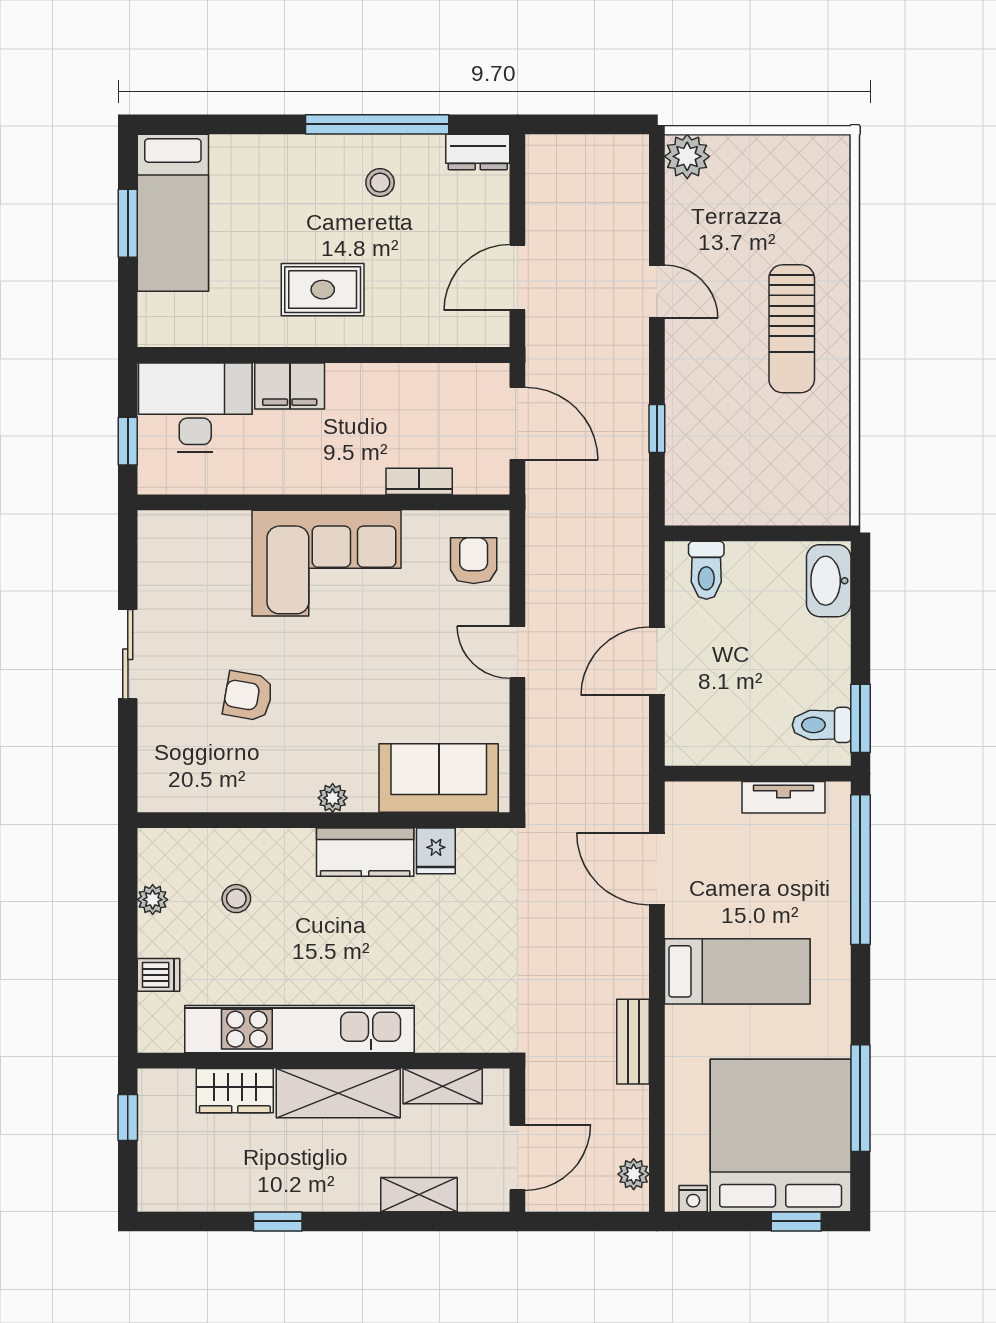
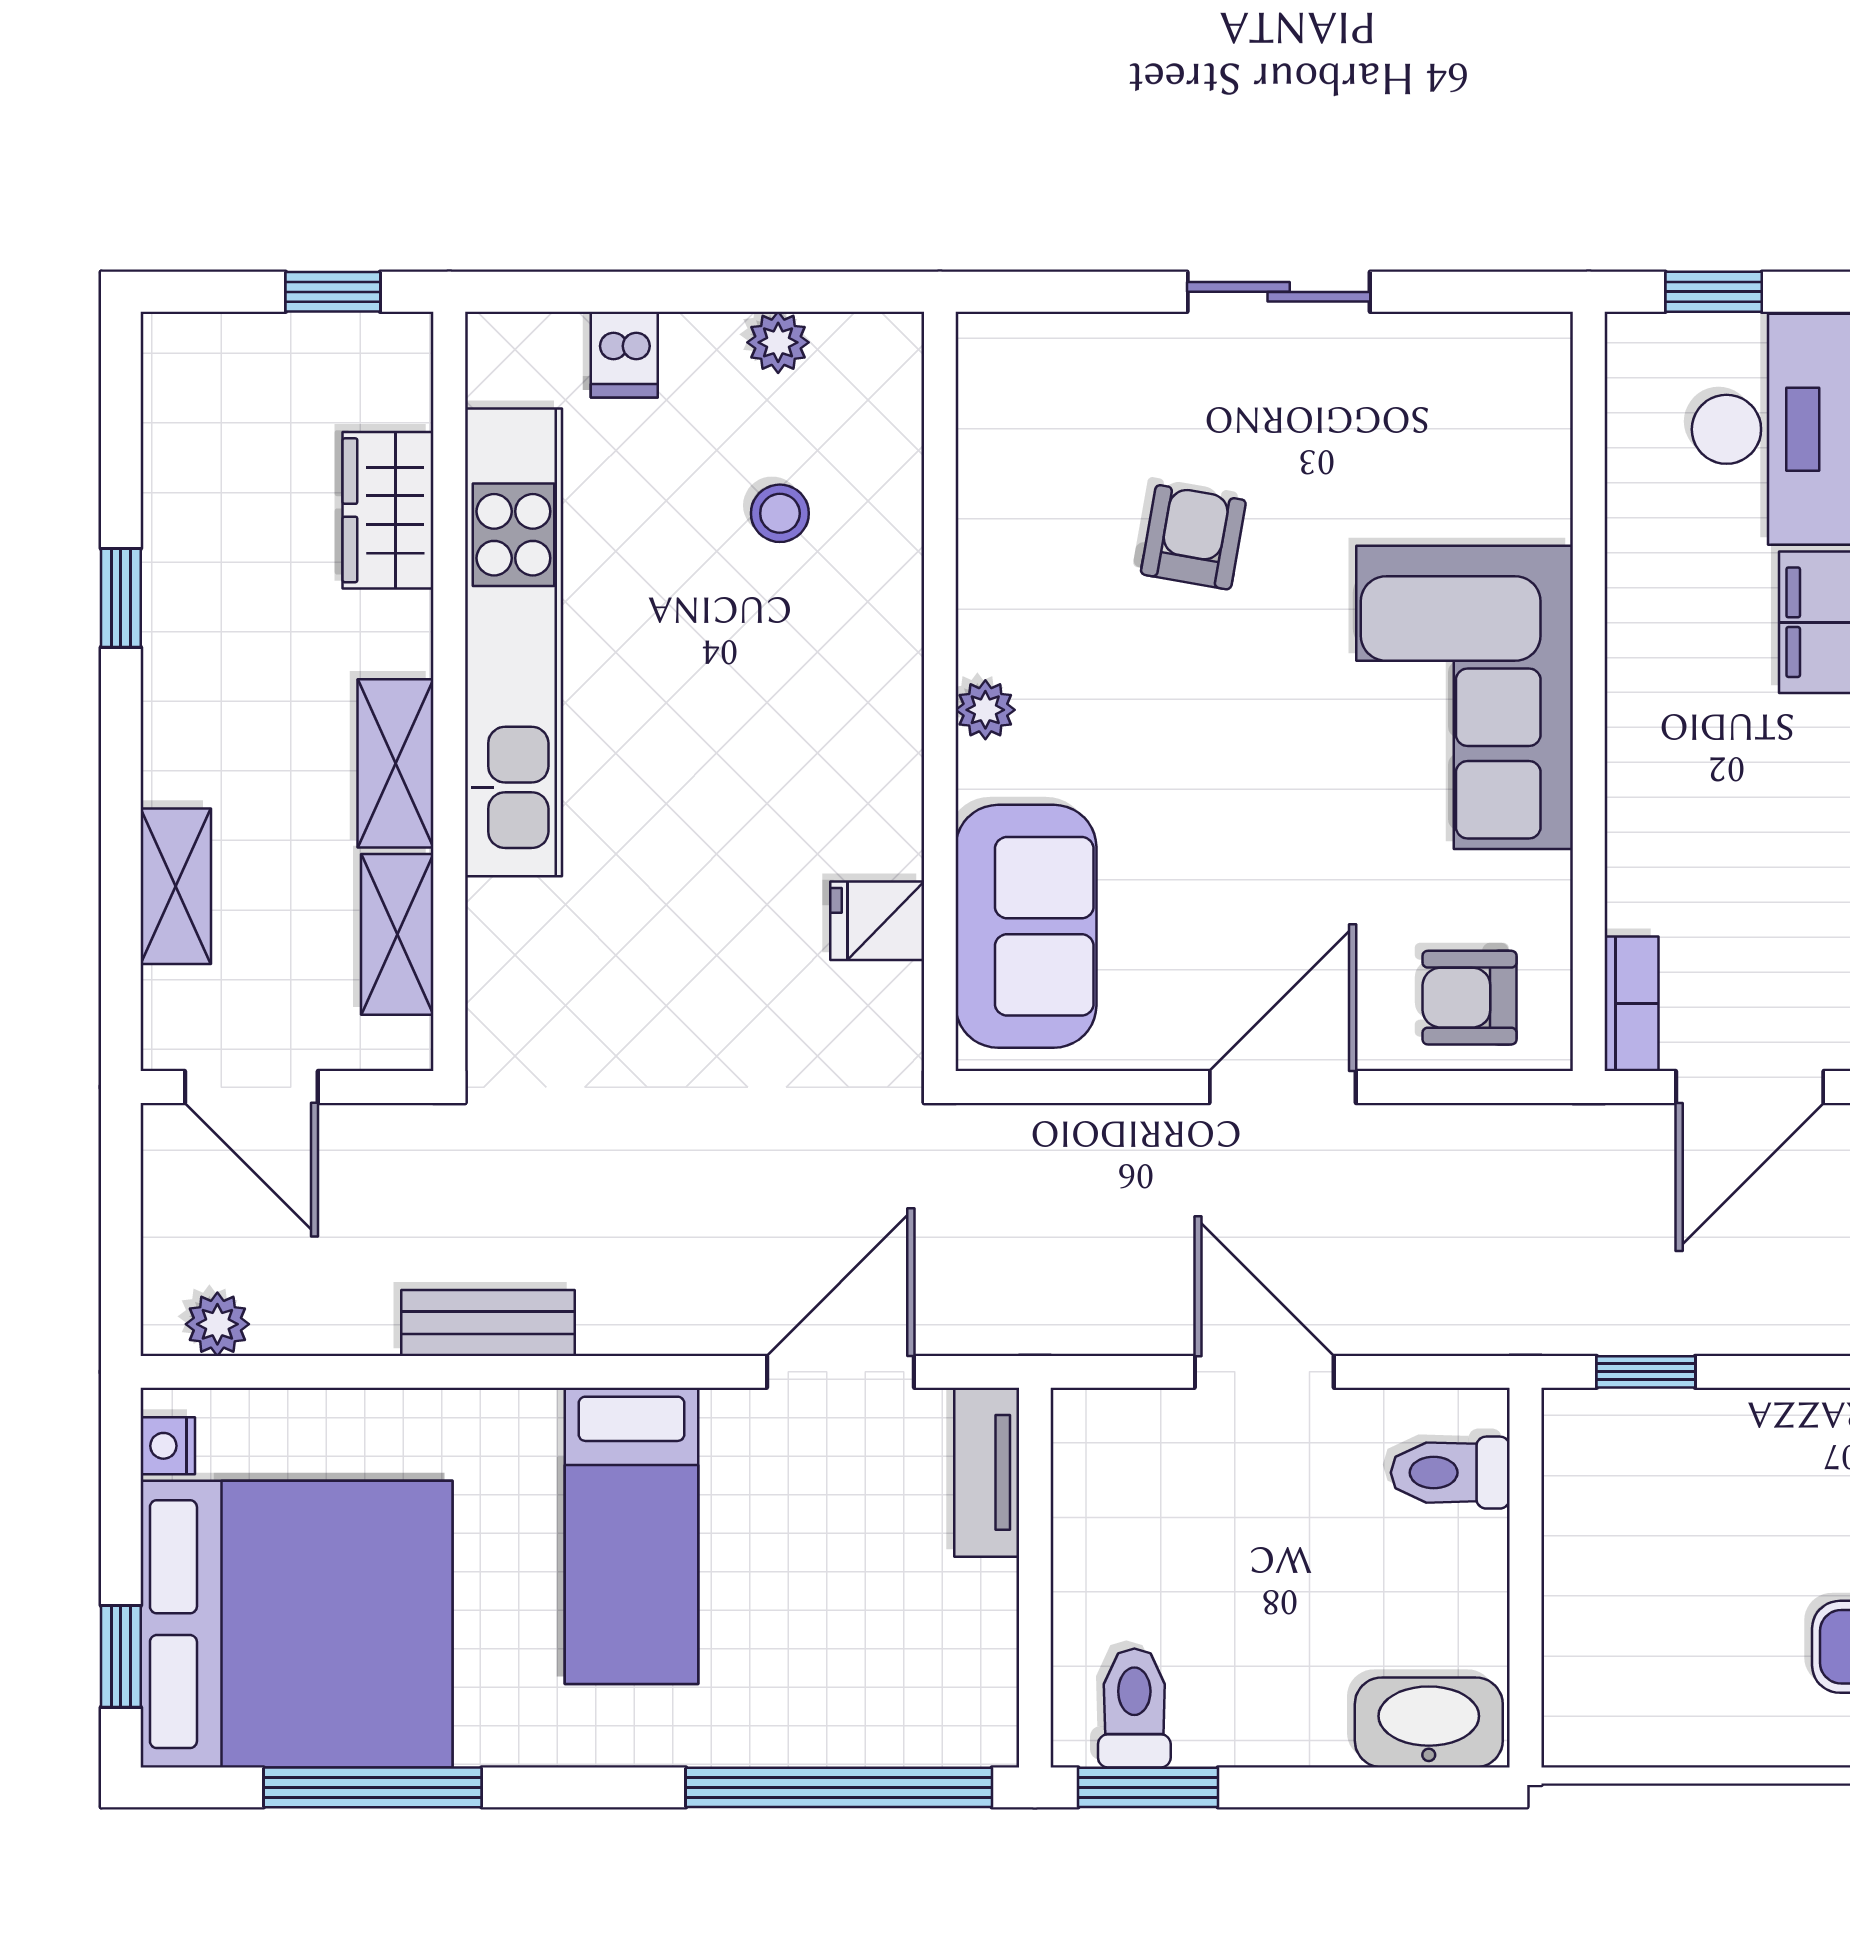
window: (657, 429) -> (1646, 1372), moved
bookcase: (419, 481) -> (1632, 1004), moved
armchair: (474, 561) -> (1470, 998), turned 180
door: (517, 652) -> (1283, 1087), width x1.38
tv unit: (783, 797) -> (987, 1472), moved
kitchen counter: (365, 852) -> (875, 776), removed
shelving: (338, 1093) -> (396, 763), width x0.67, depth x0.75

